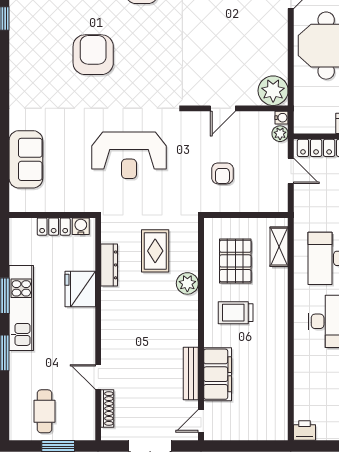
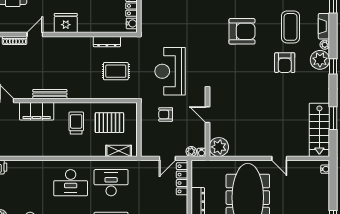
reception desk: (129, 155) -> (170, 71), moved
plant: (187, 283) -> (95, 92), removed
fridge: (80, 289) -> (66, 23), moved
bench: (191, 373) -> (50, 94), moved

